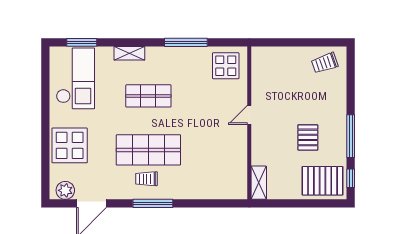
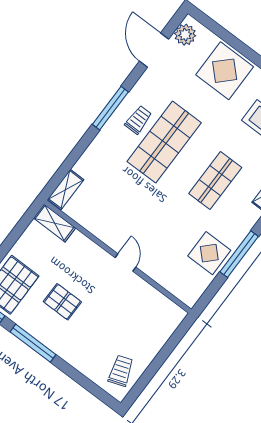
display table: (226, 66) -> (209, 253), moved
shelving: (231, 192) -> (66, 190), added

